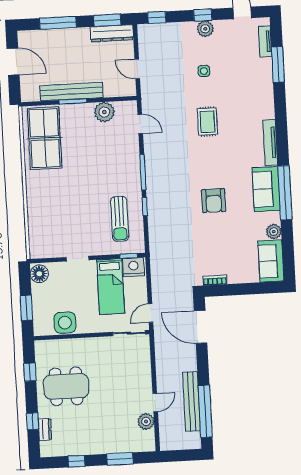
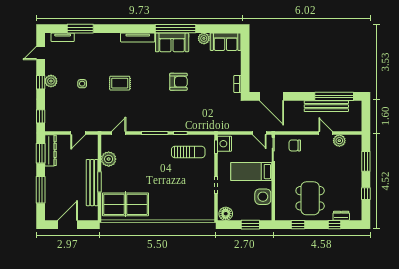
bed: (111, 287) -> (251, 172), moved, turned 180
door: (201, 327) -> (271, 96), hinge flipped
chair: (136, 362) -> (295, 145), added

